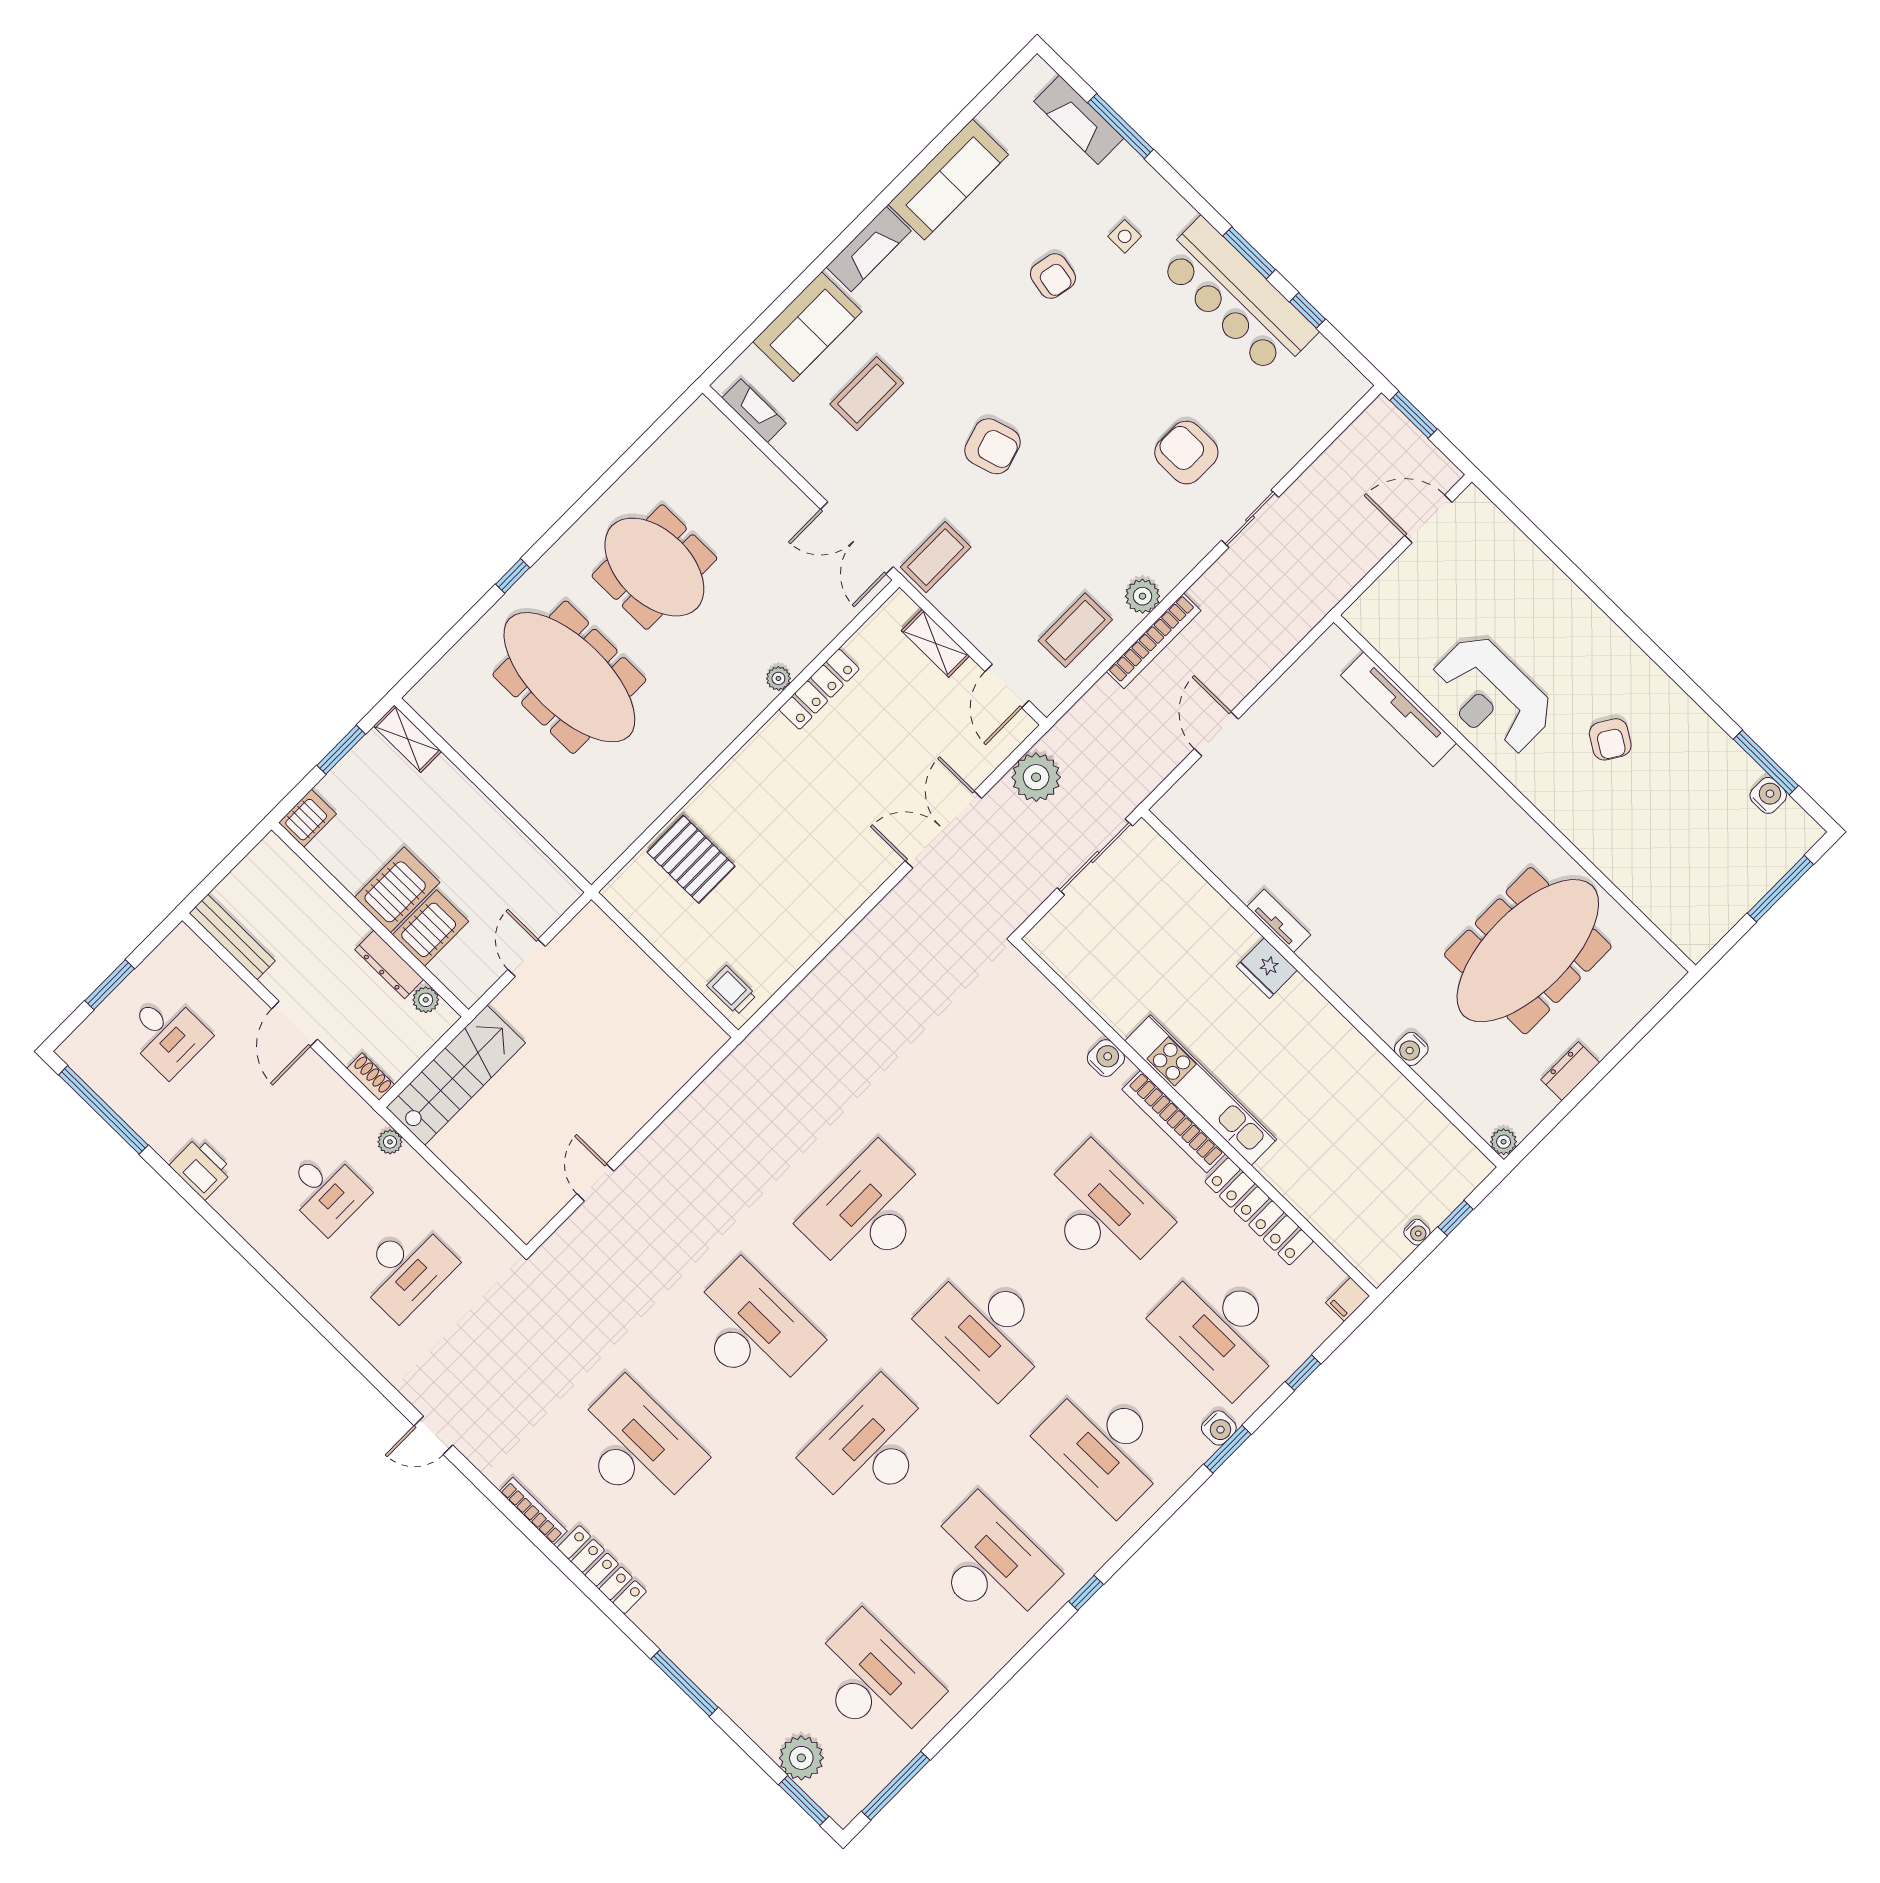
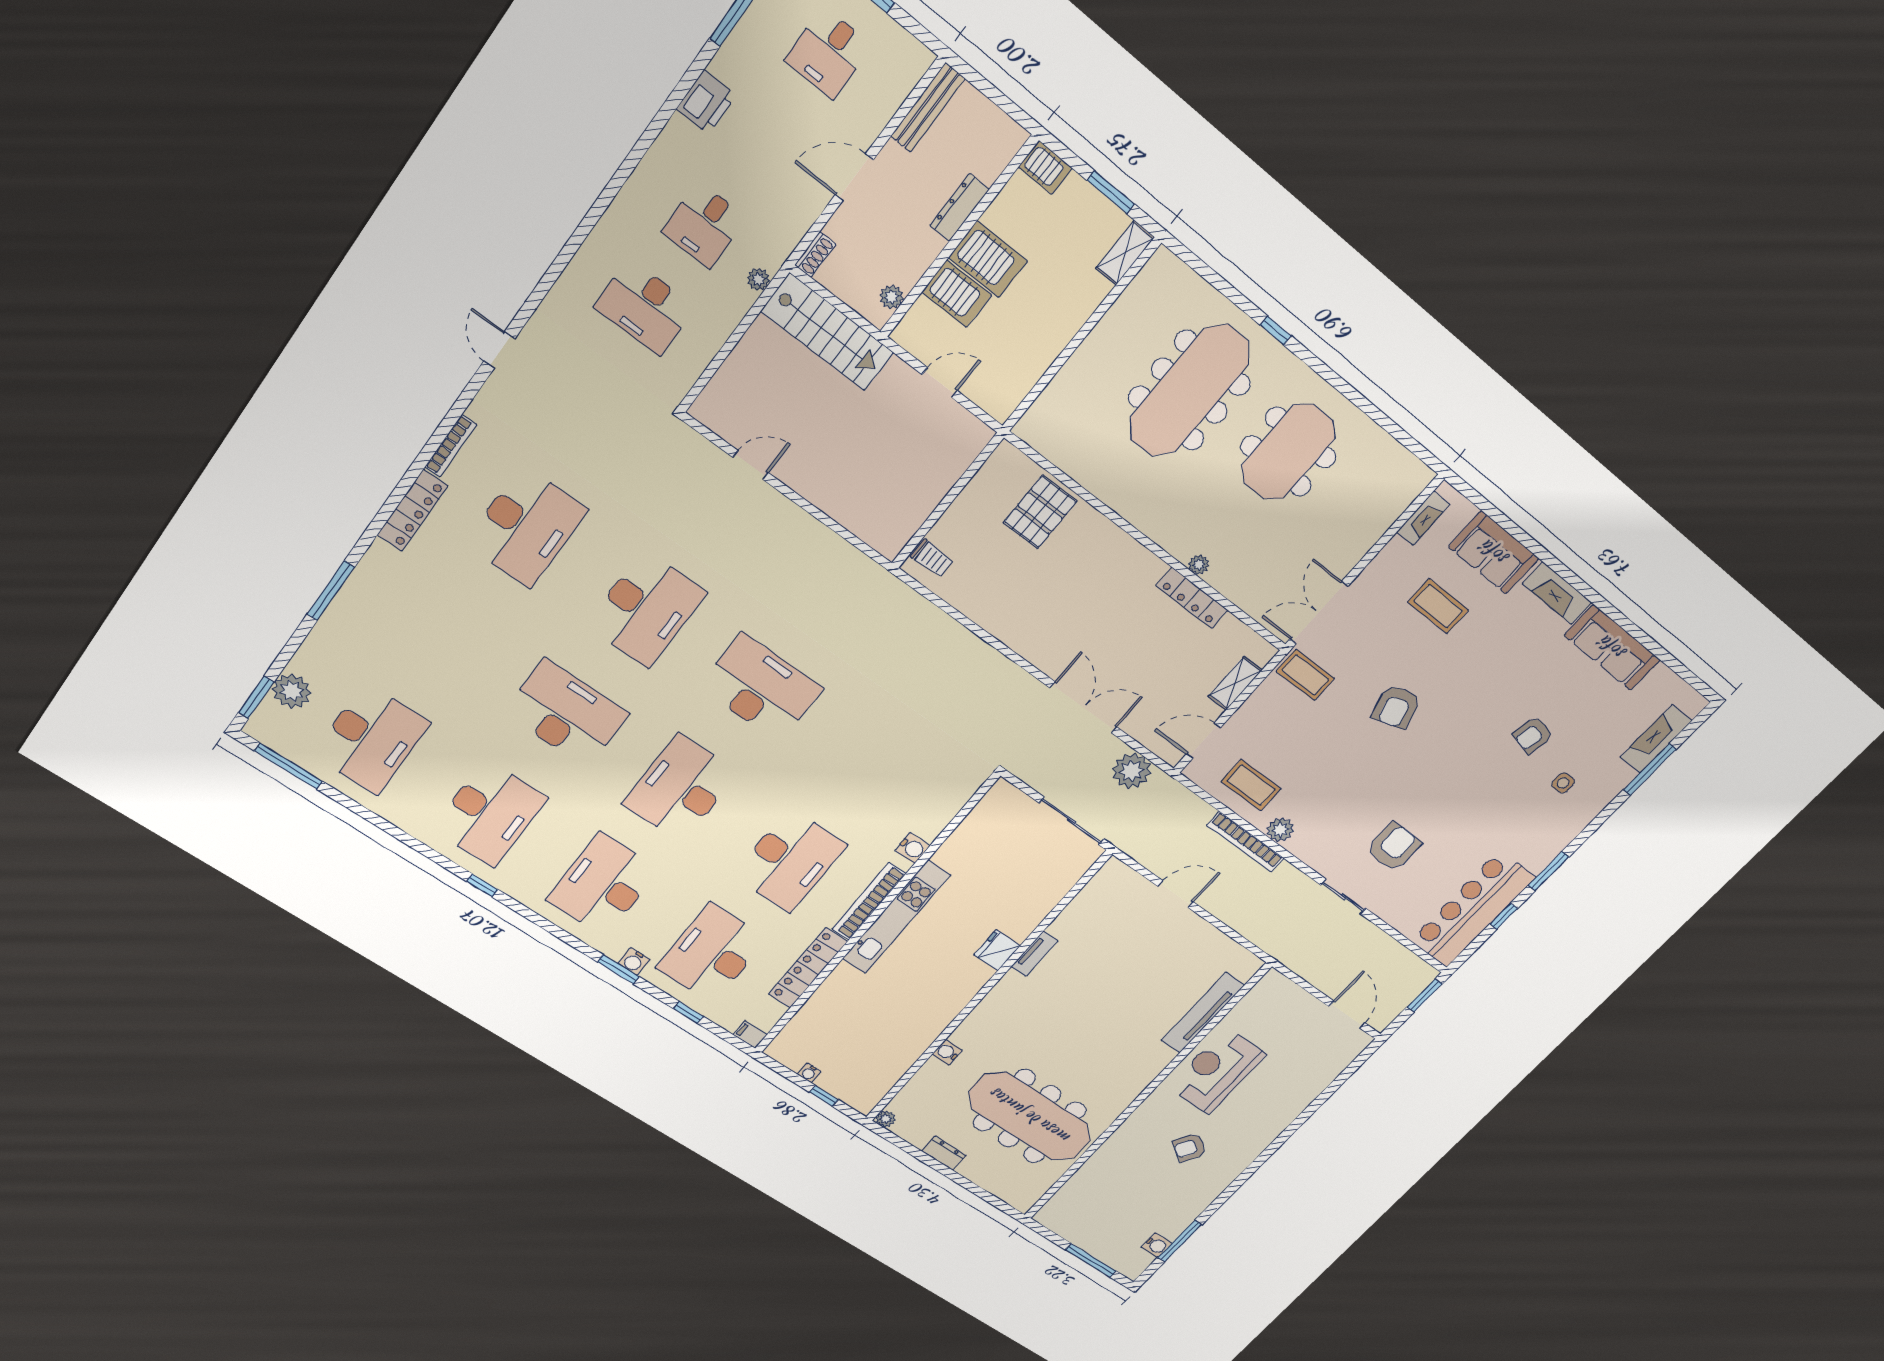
bar counter: (1237, 297) -> (1473, 909), moved
dresser: (389, 965) -> (960, 207), moved
trolley: (732, 990) -> (932, 558), turned 90

